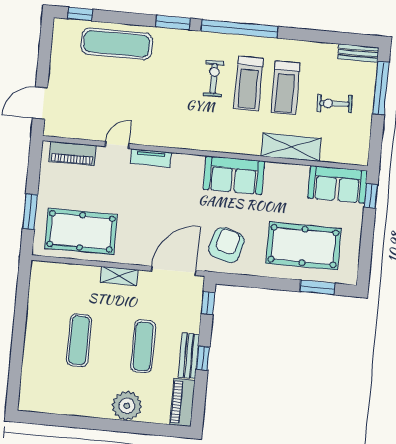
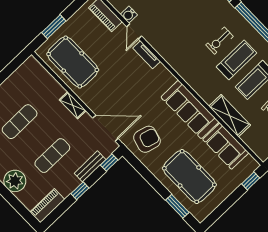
exercise bike: (214, 79) -> (219, 41), turned 180
treadmill: (248, 83) -> (237, 60), turned 180
water cooler: (97, 132) -> (129, 15), added
door: (117, 145) -> (134, 31), swing flipped
sofa: (234, 175) -> (190, 109), width x1.36
sofa: (337, 184) -> (226, 146), moved
bench: (189, 356) -> (90, 166), moved

